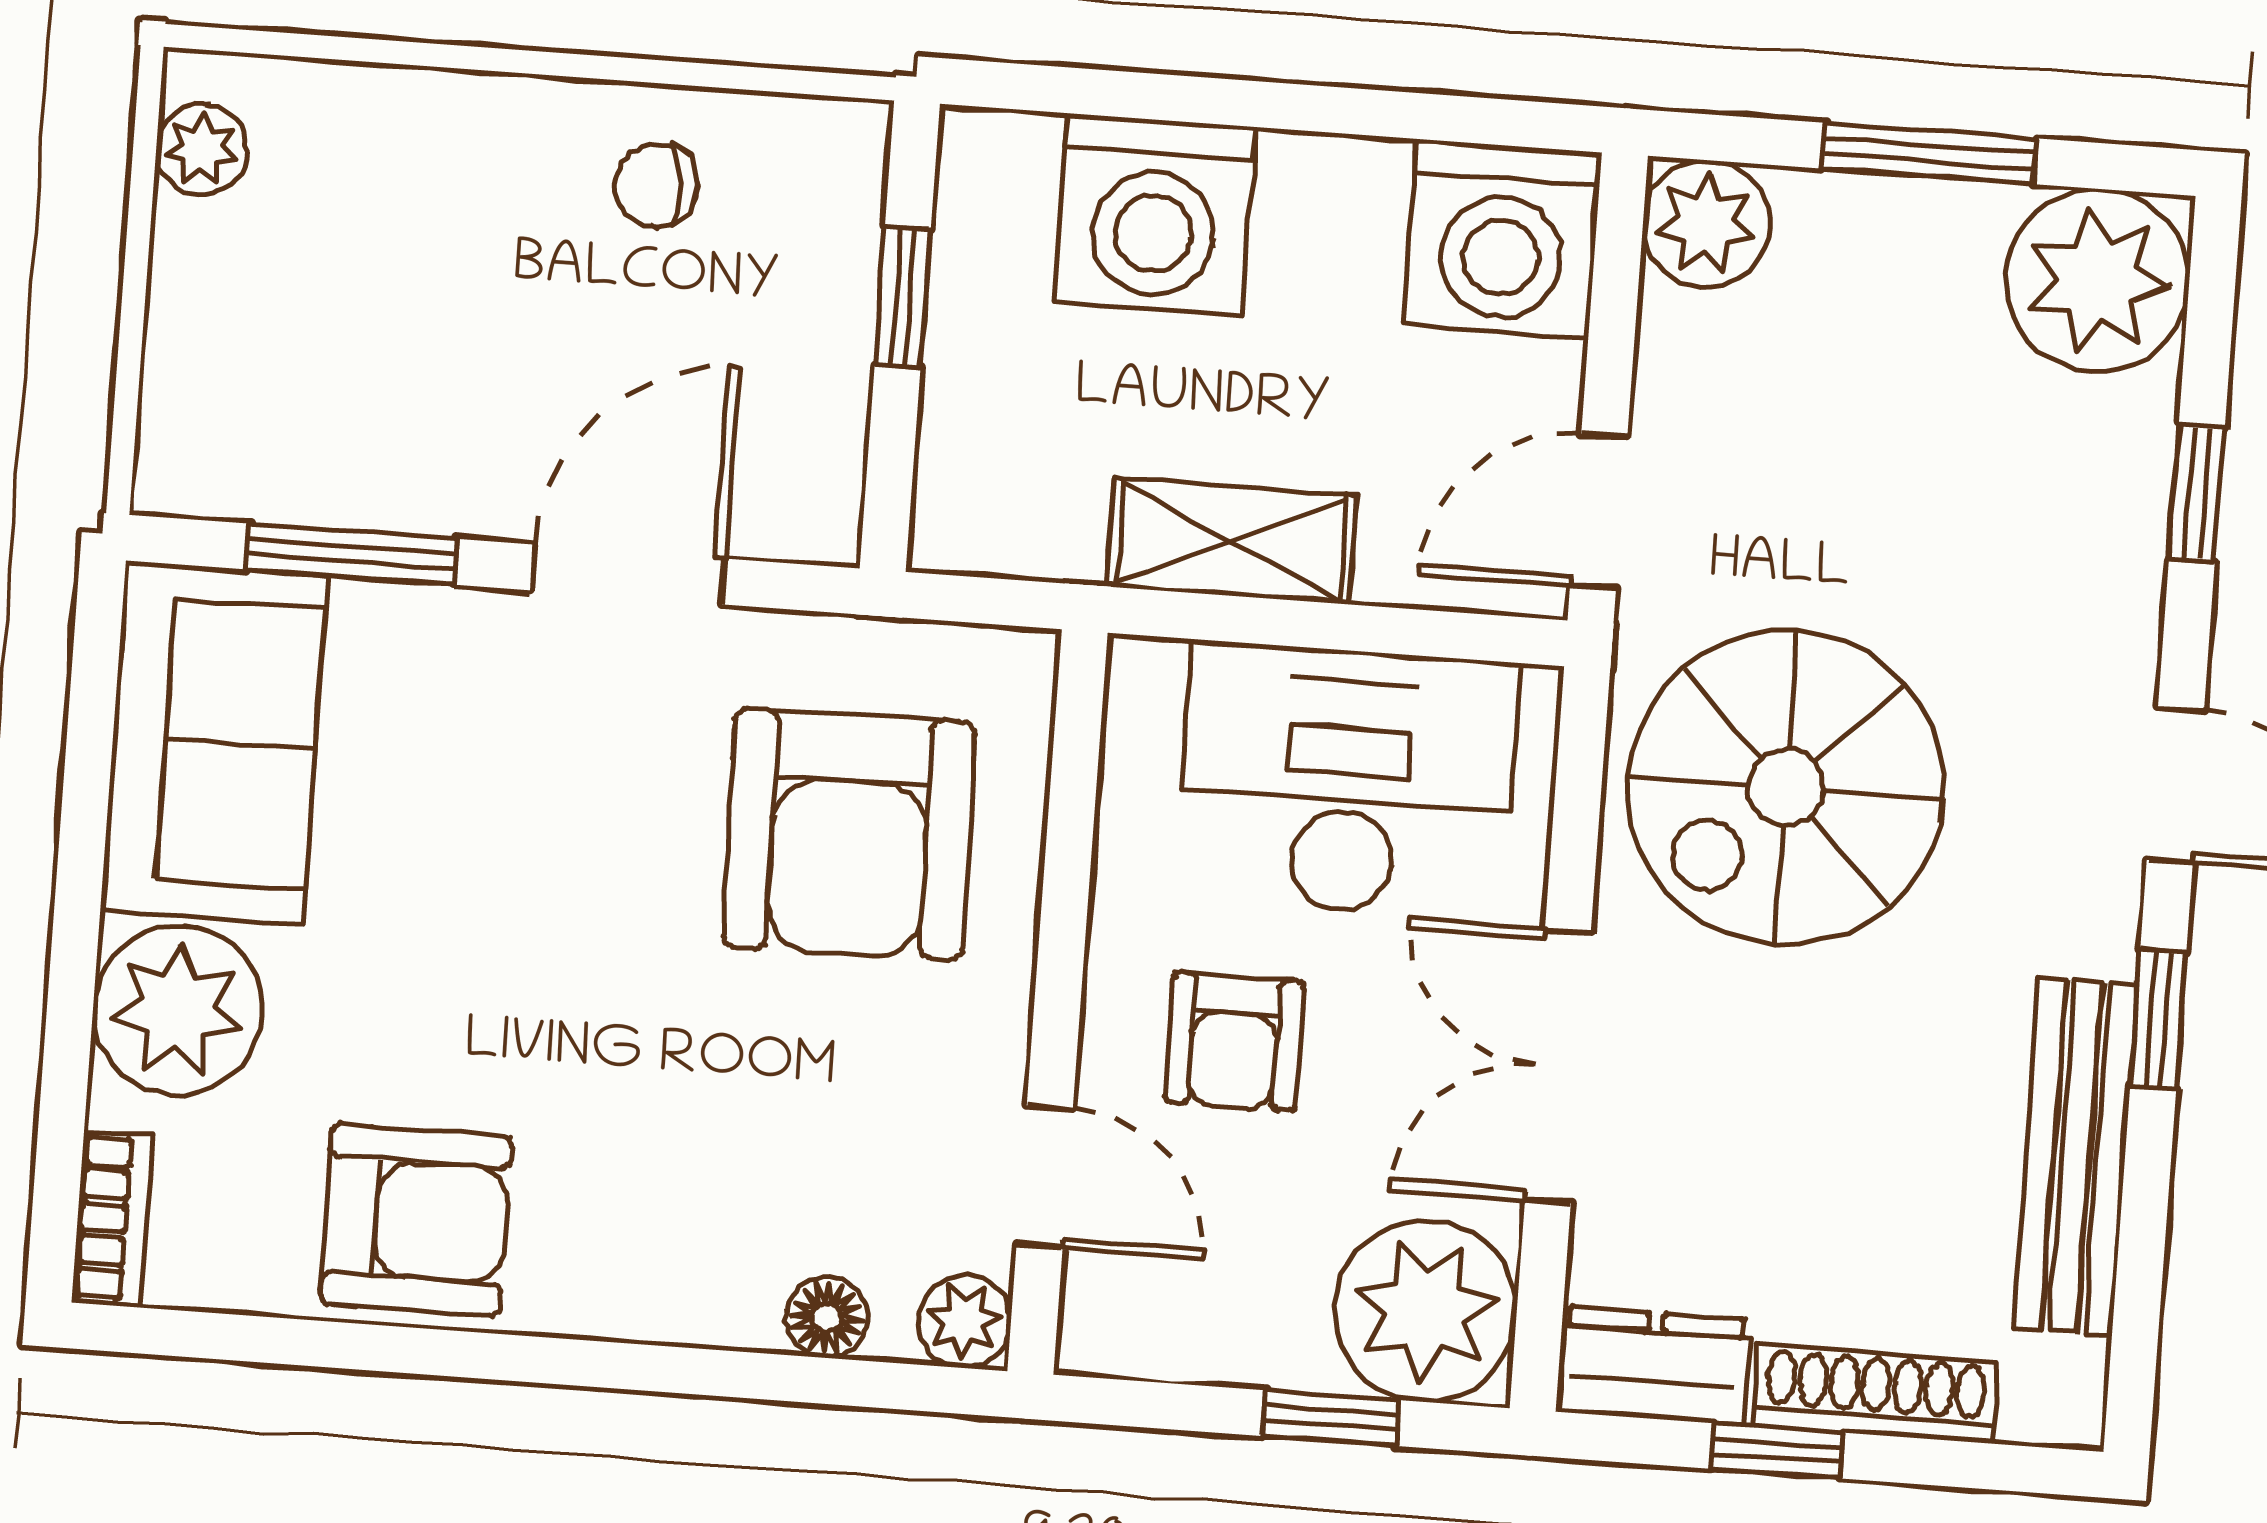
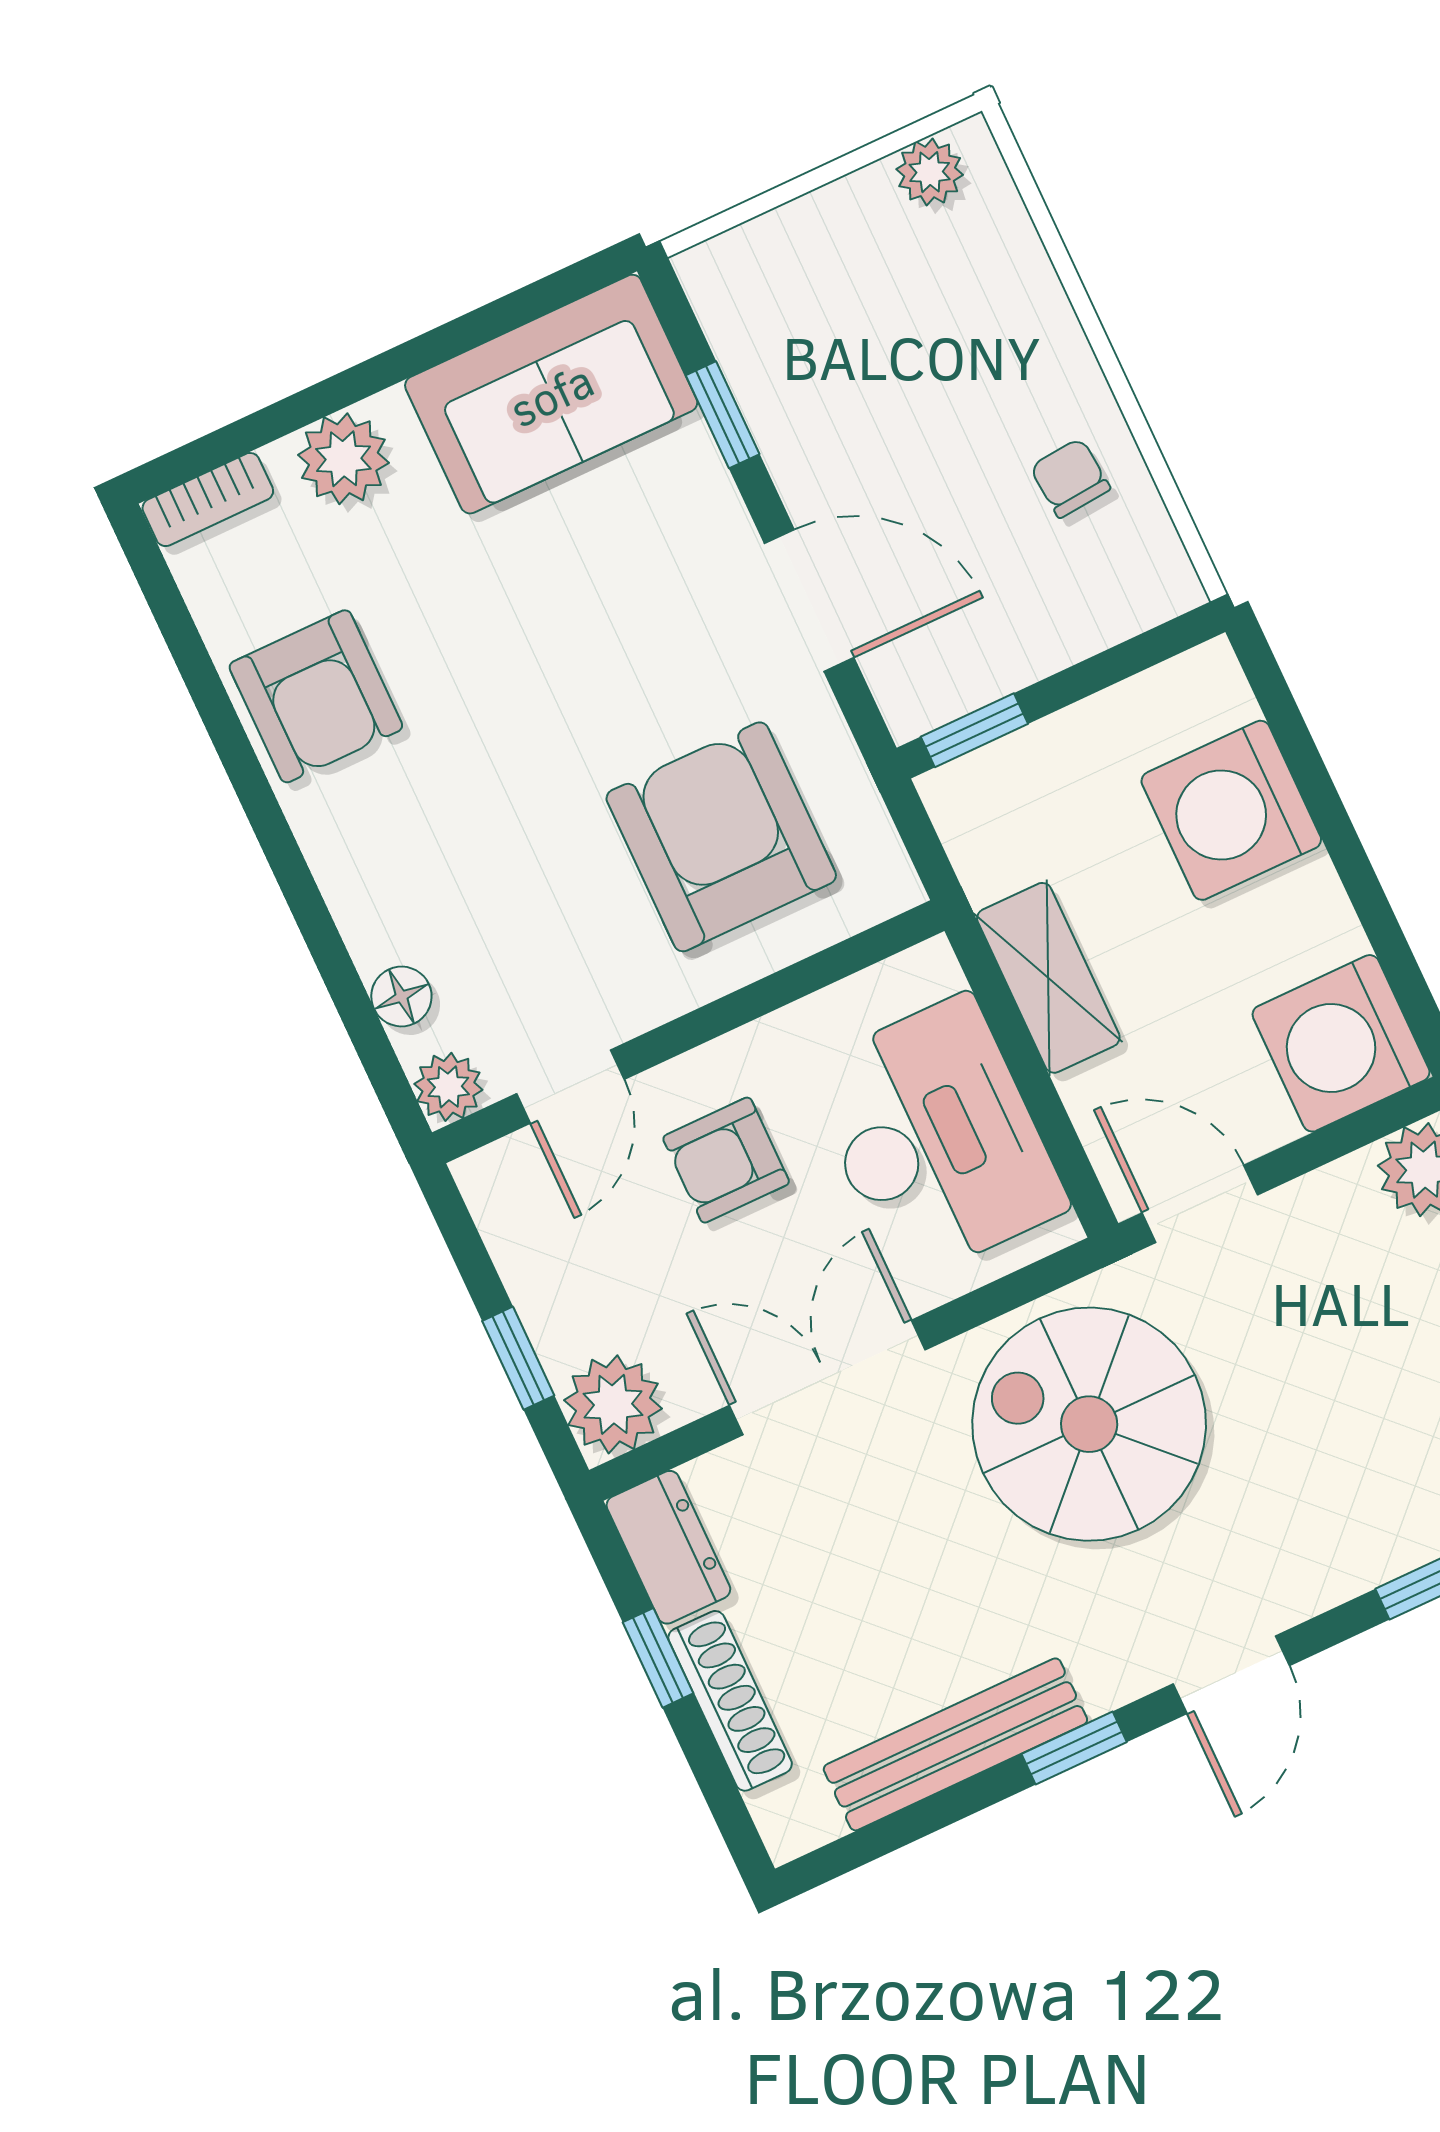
window: (903, 297) -> (974, 730), moved
window: (352, 554) -> (723, 415), width x0.67
armchair: (849, 834) -> (721, 837), turned 91
plant: (178, 1010) -> (343, 459), width x0.73, depth x0.73
plant: (1426, 1311) -> (613, 1404), width x0.73, depth x0.73

